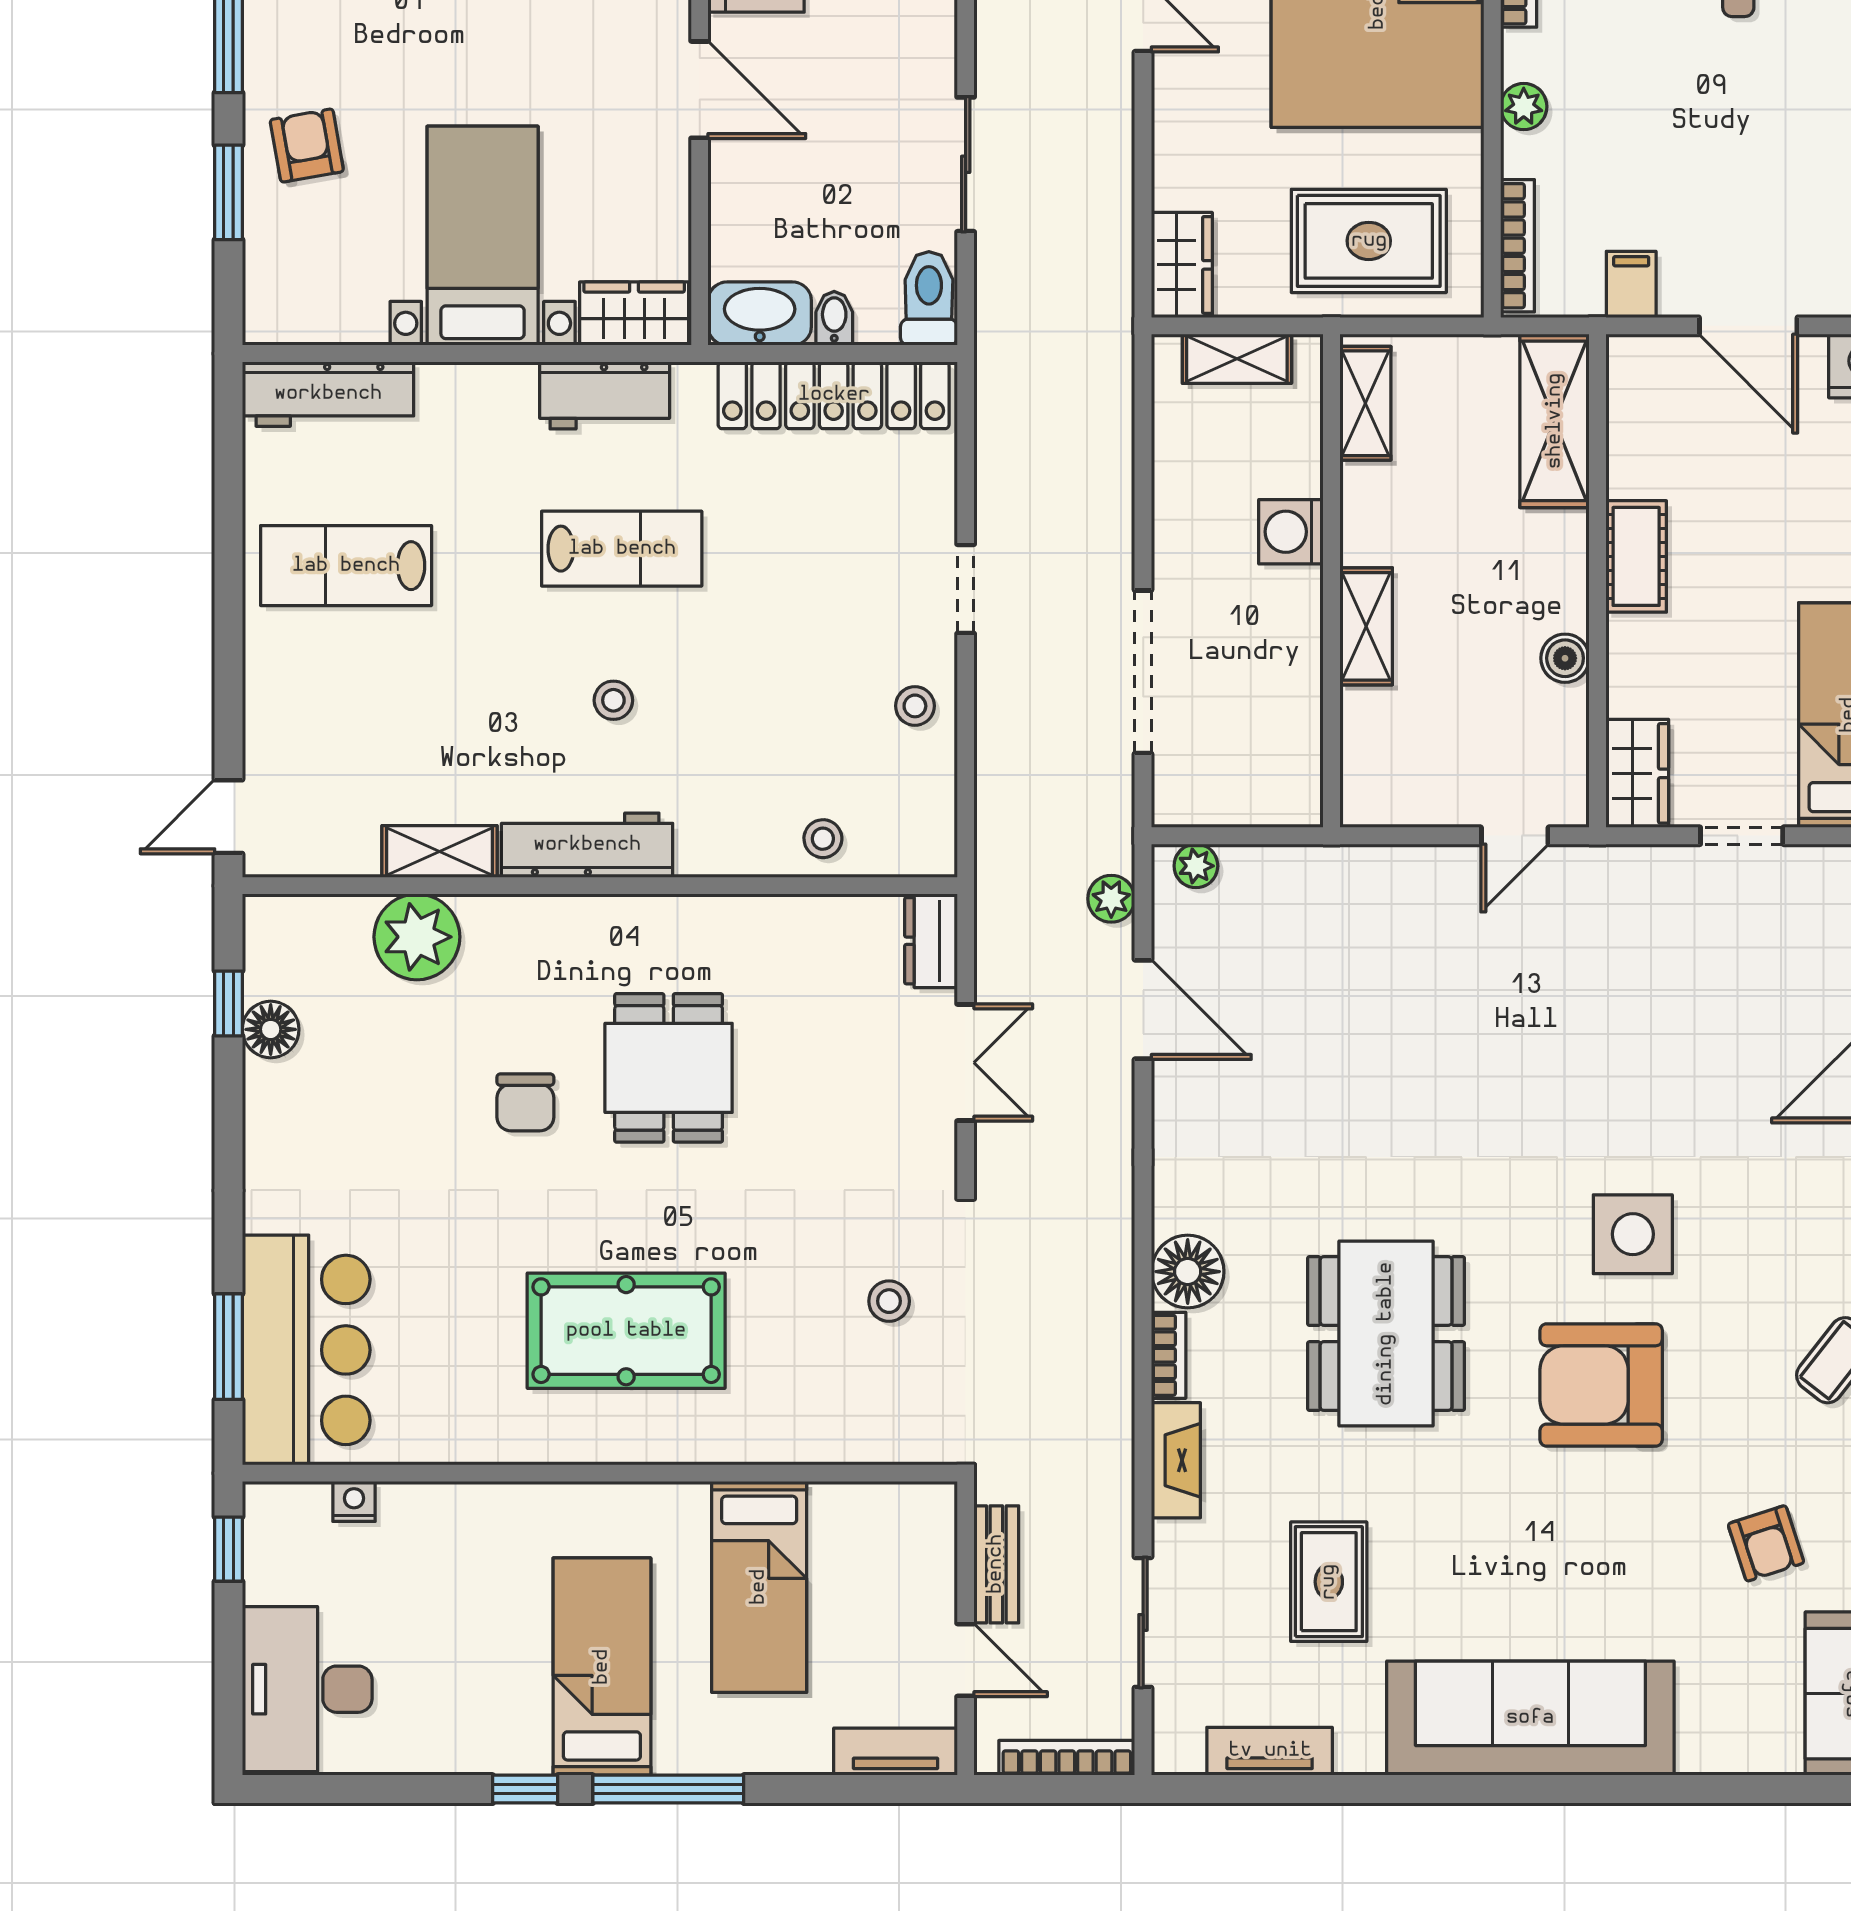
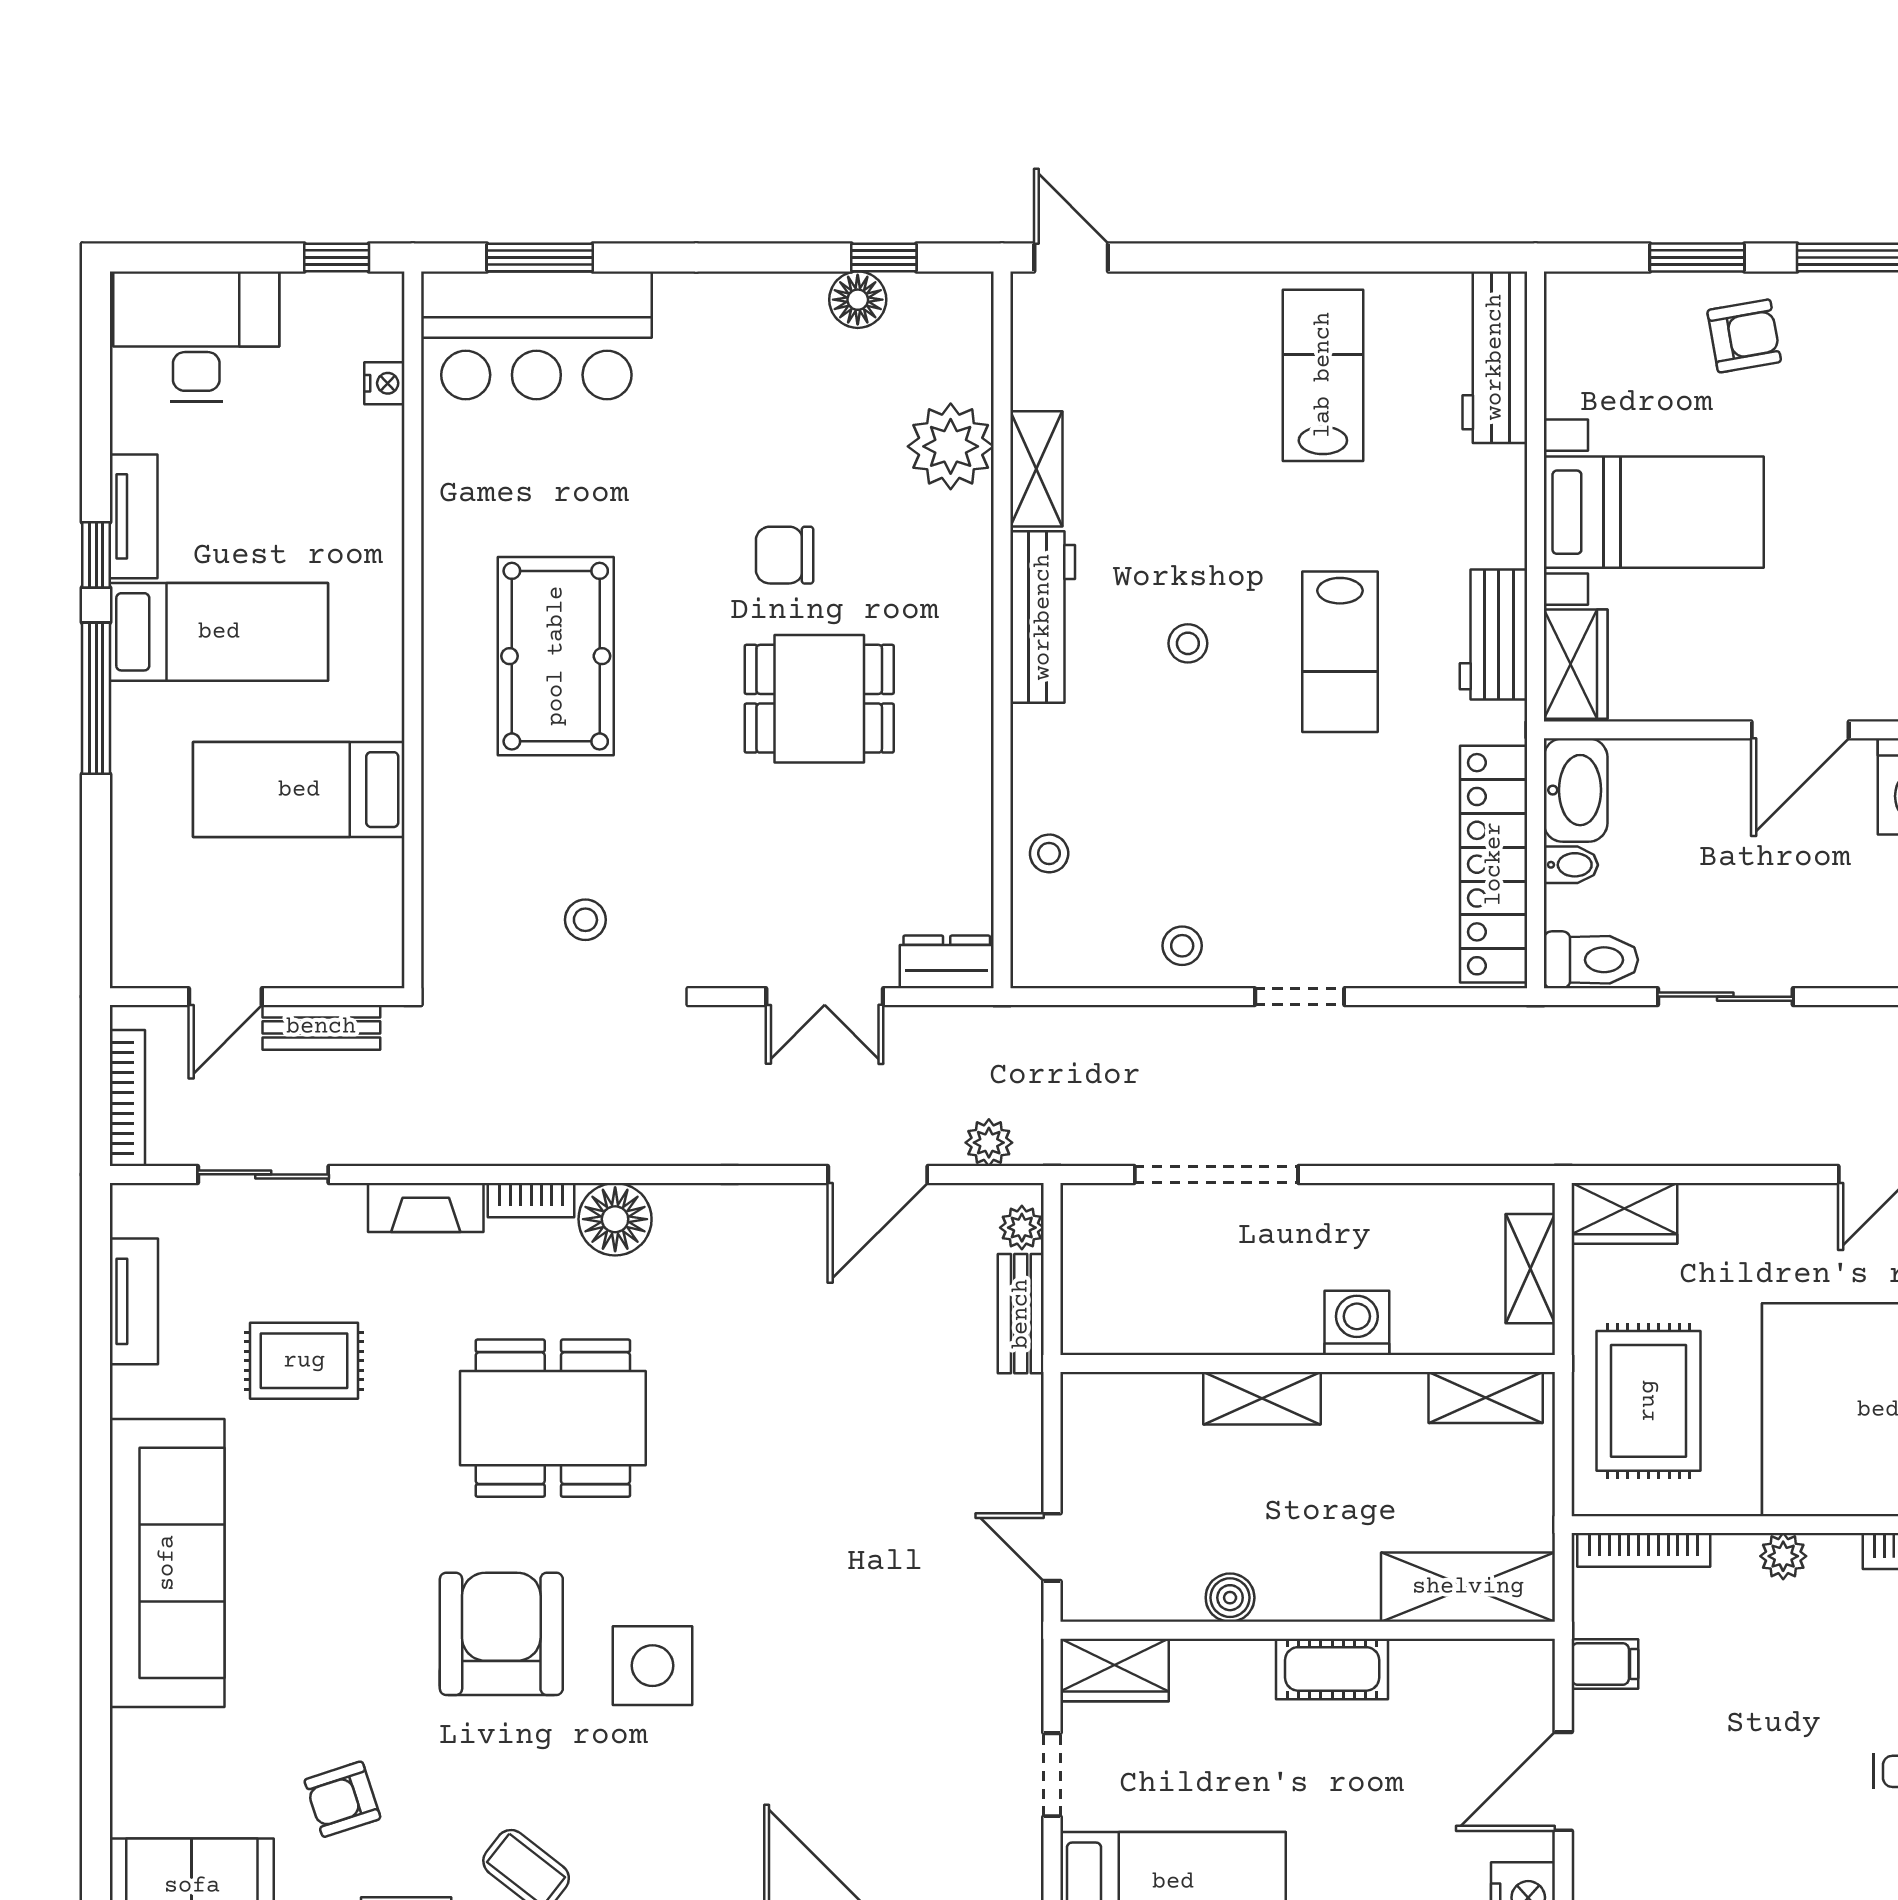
bench: (1282, 867) -> (1021, 1314), added
tv unit: (896, 1752) -> (134, 516), moved

